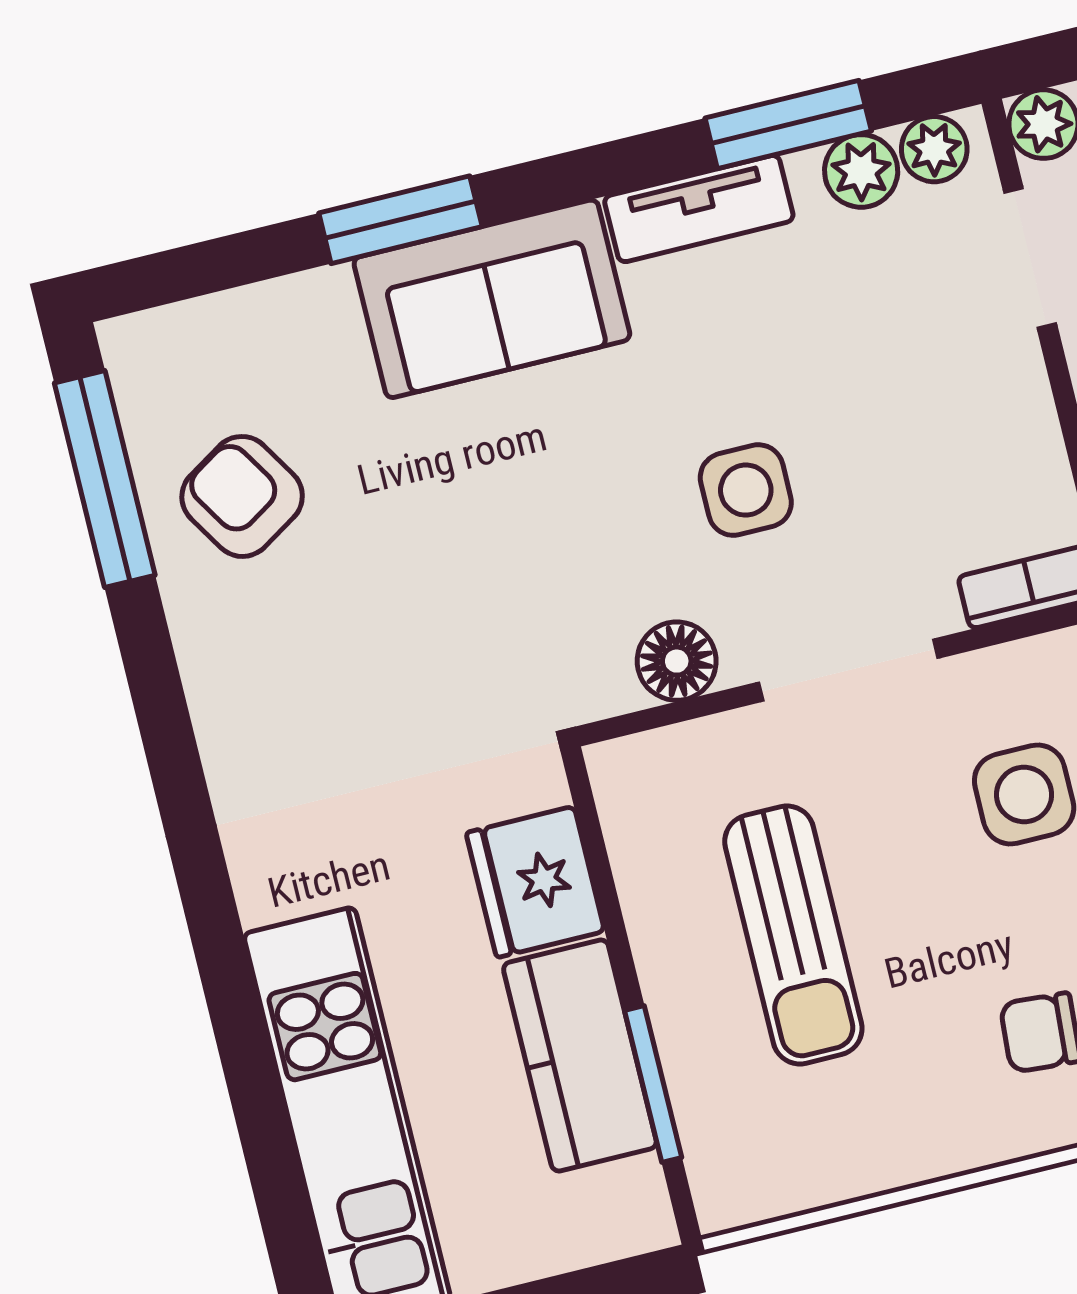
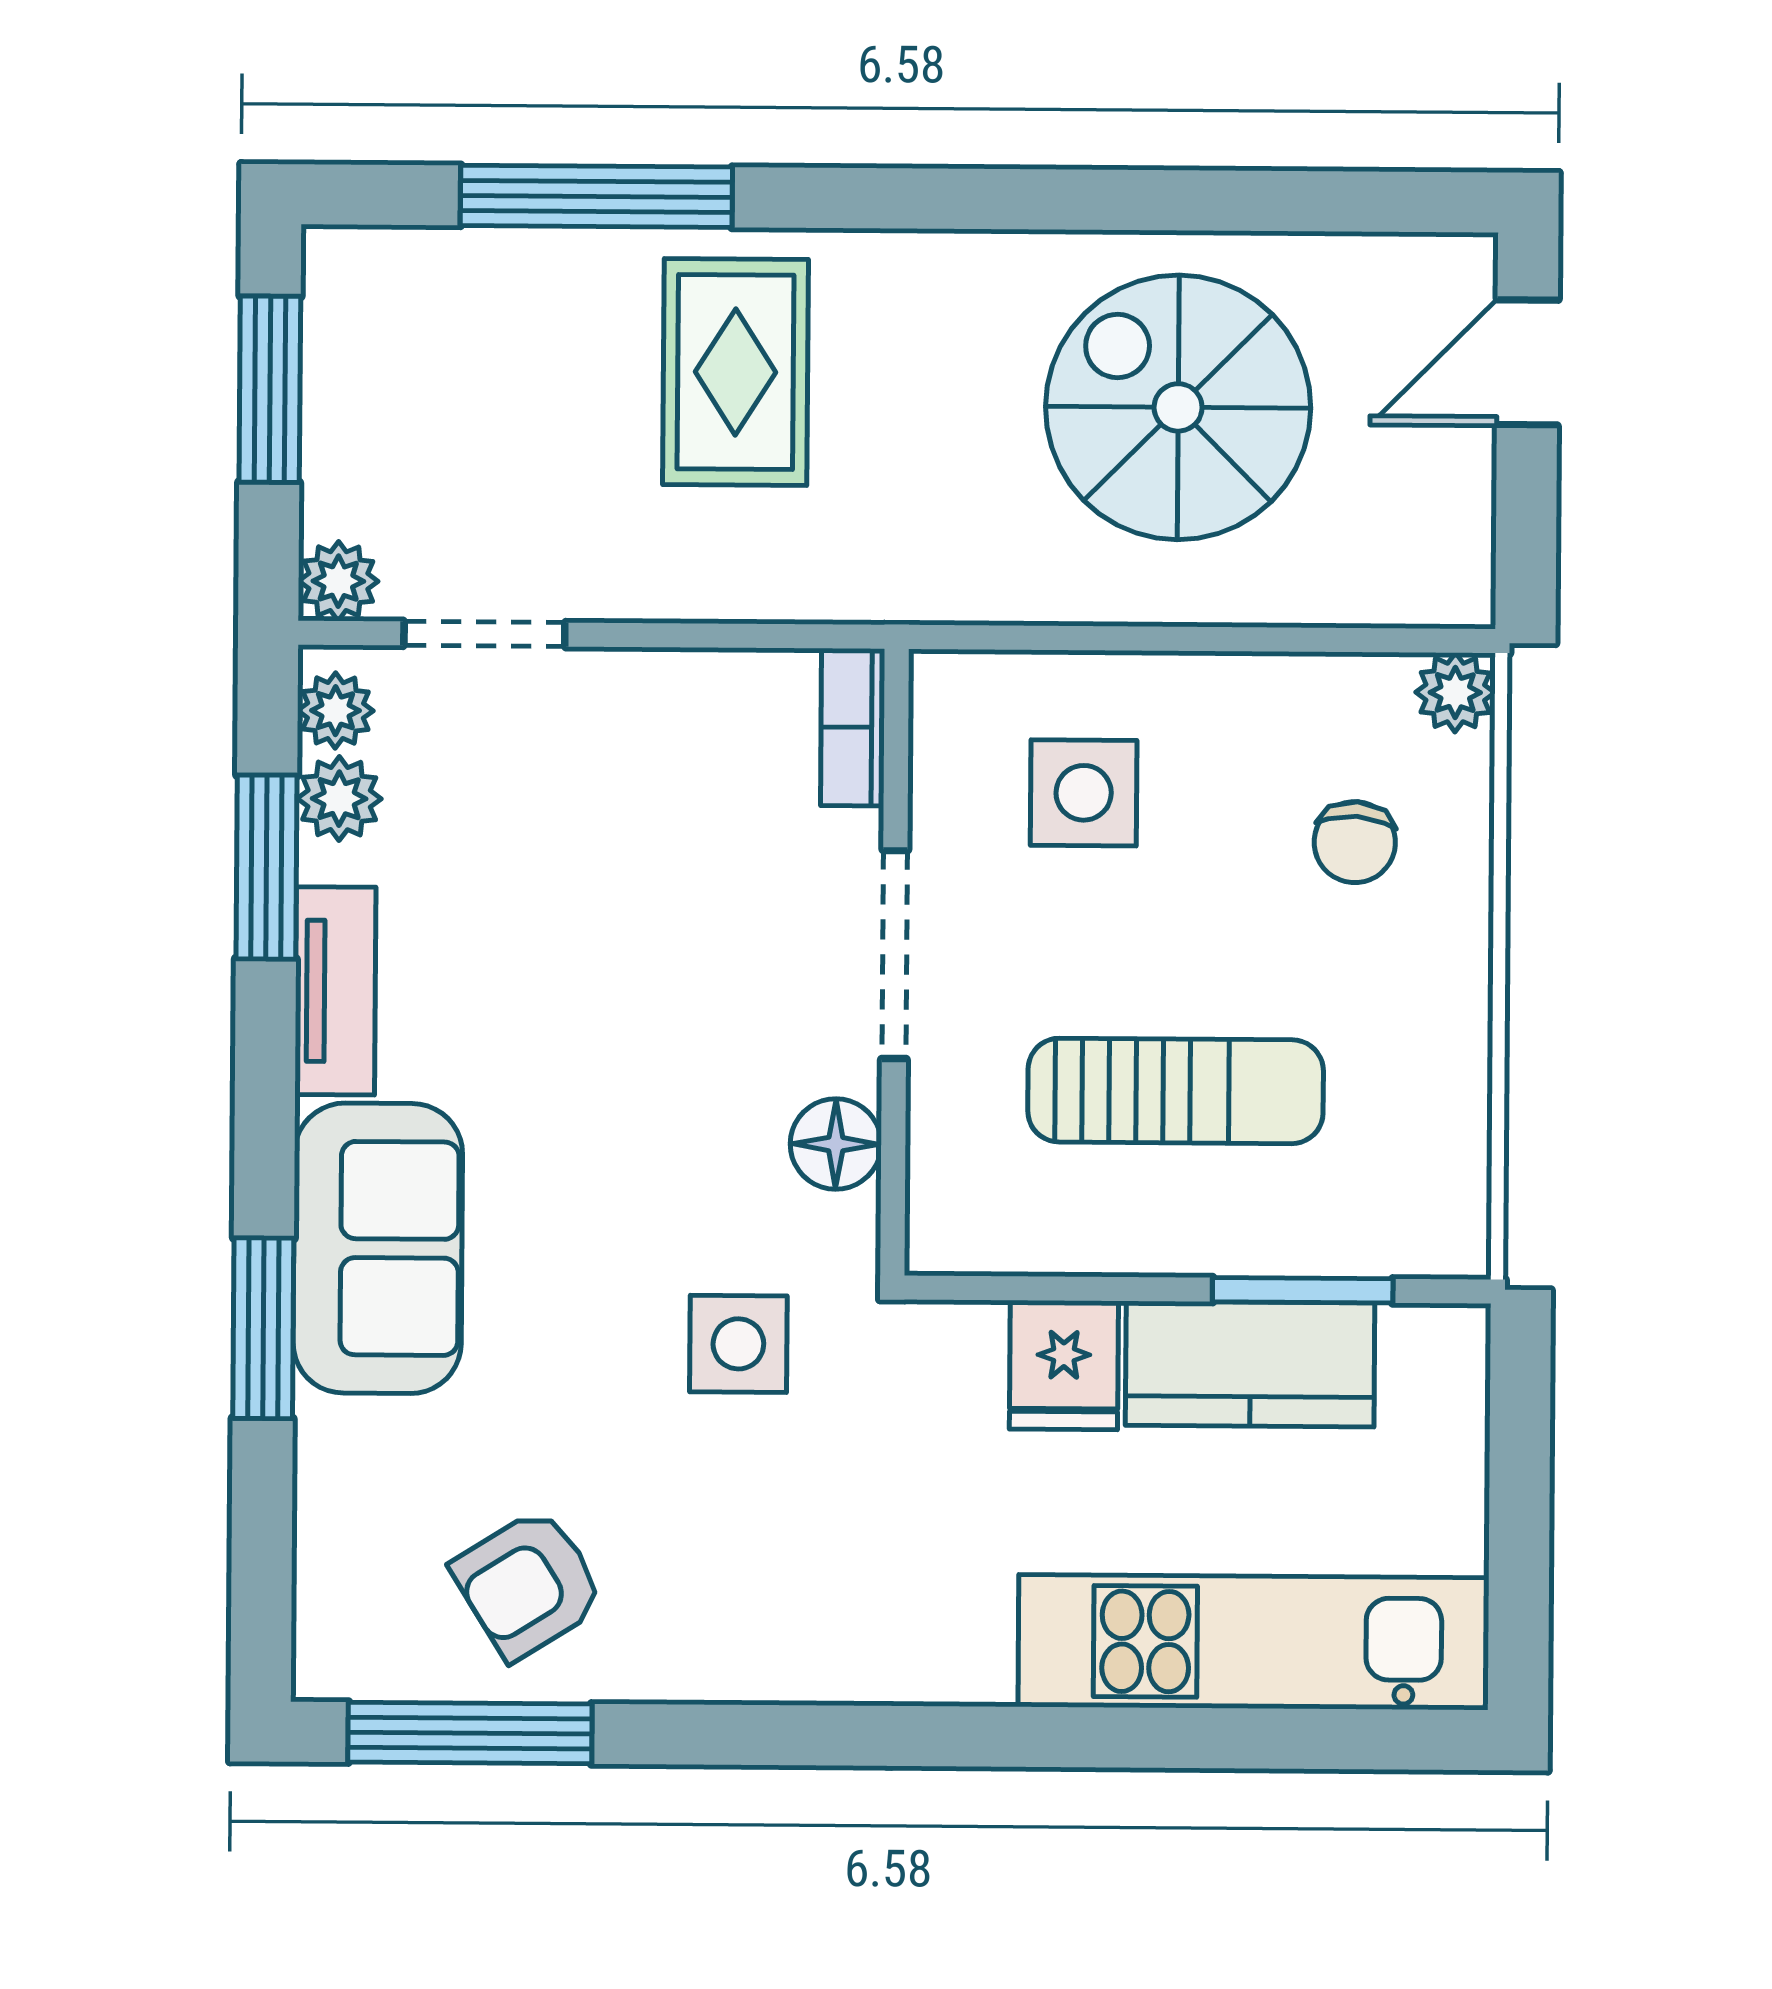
side table: (746, 490) -> (738, 1344), moved
fridge: (535, 882) -> (1064, 1365), width x0.72

